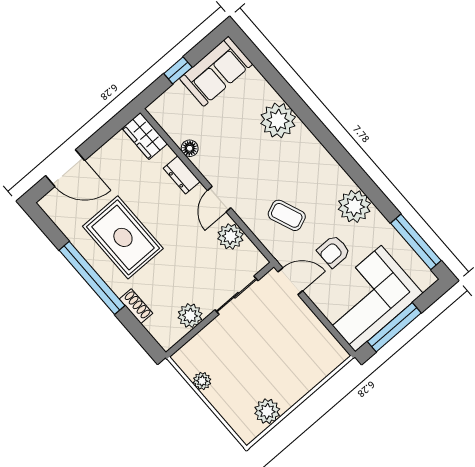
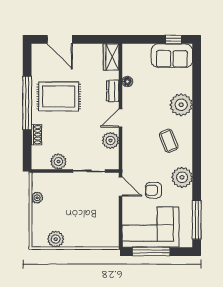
window: (178, 70) -> (173, 39), moved
coffee table: (287, 215) -> (169, 141), moved
rug: (123, 237) -> (59, 96), turned 90

